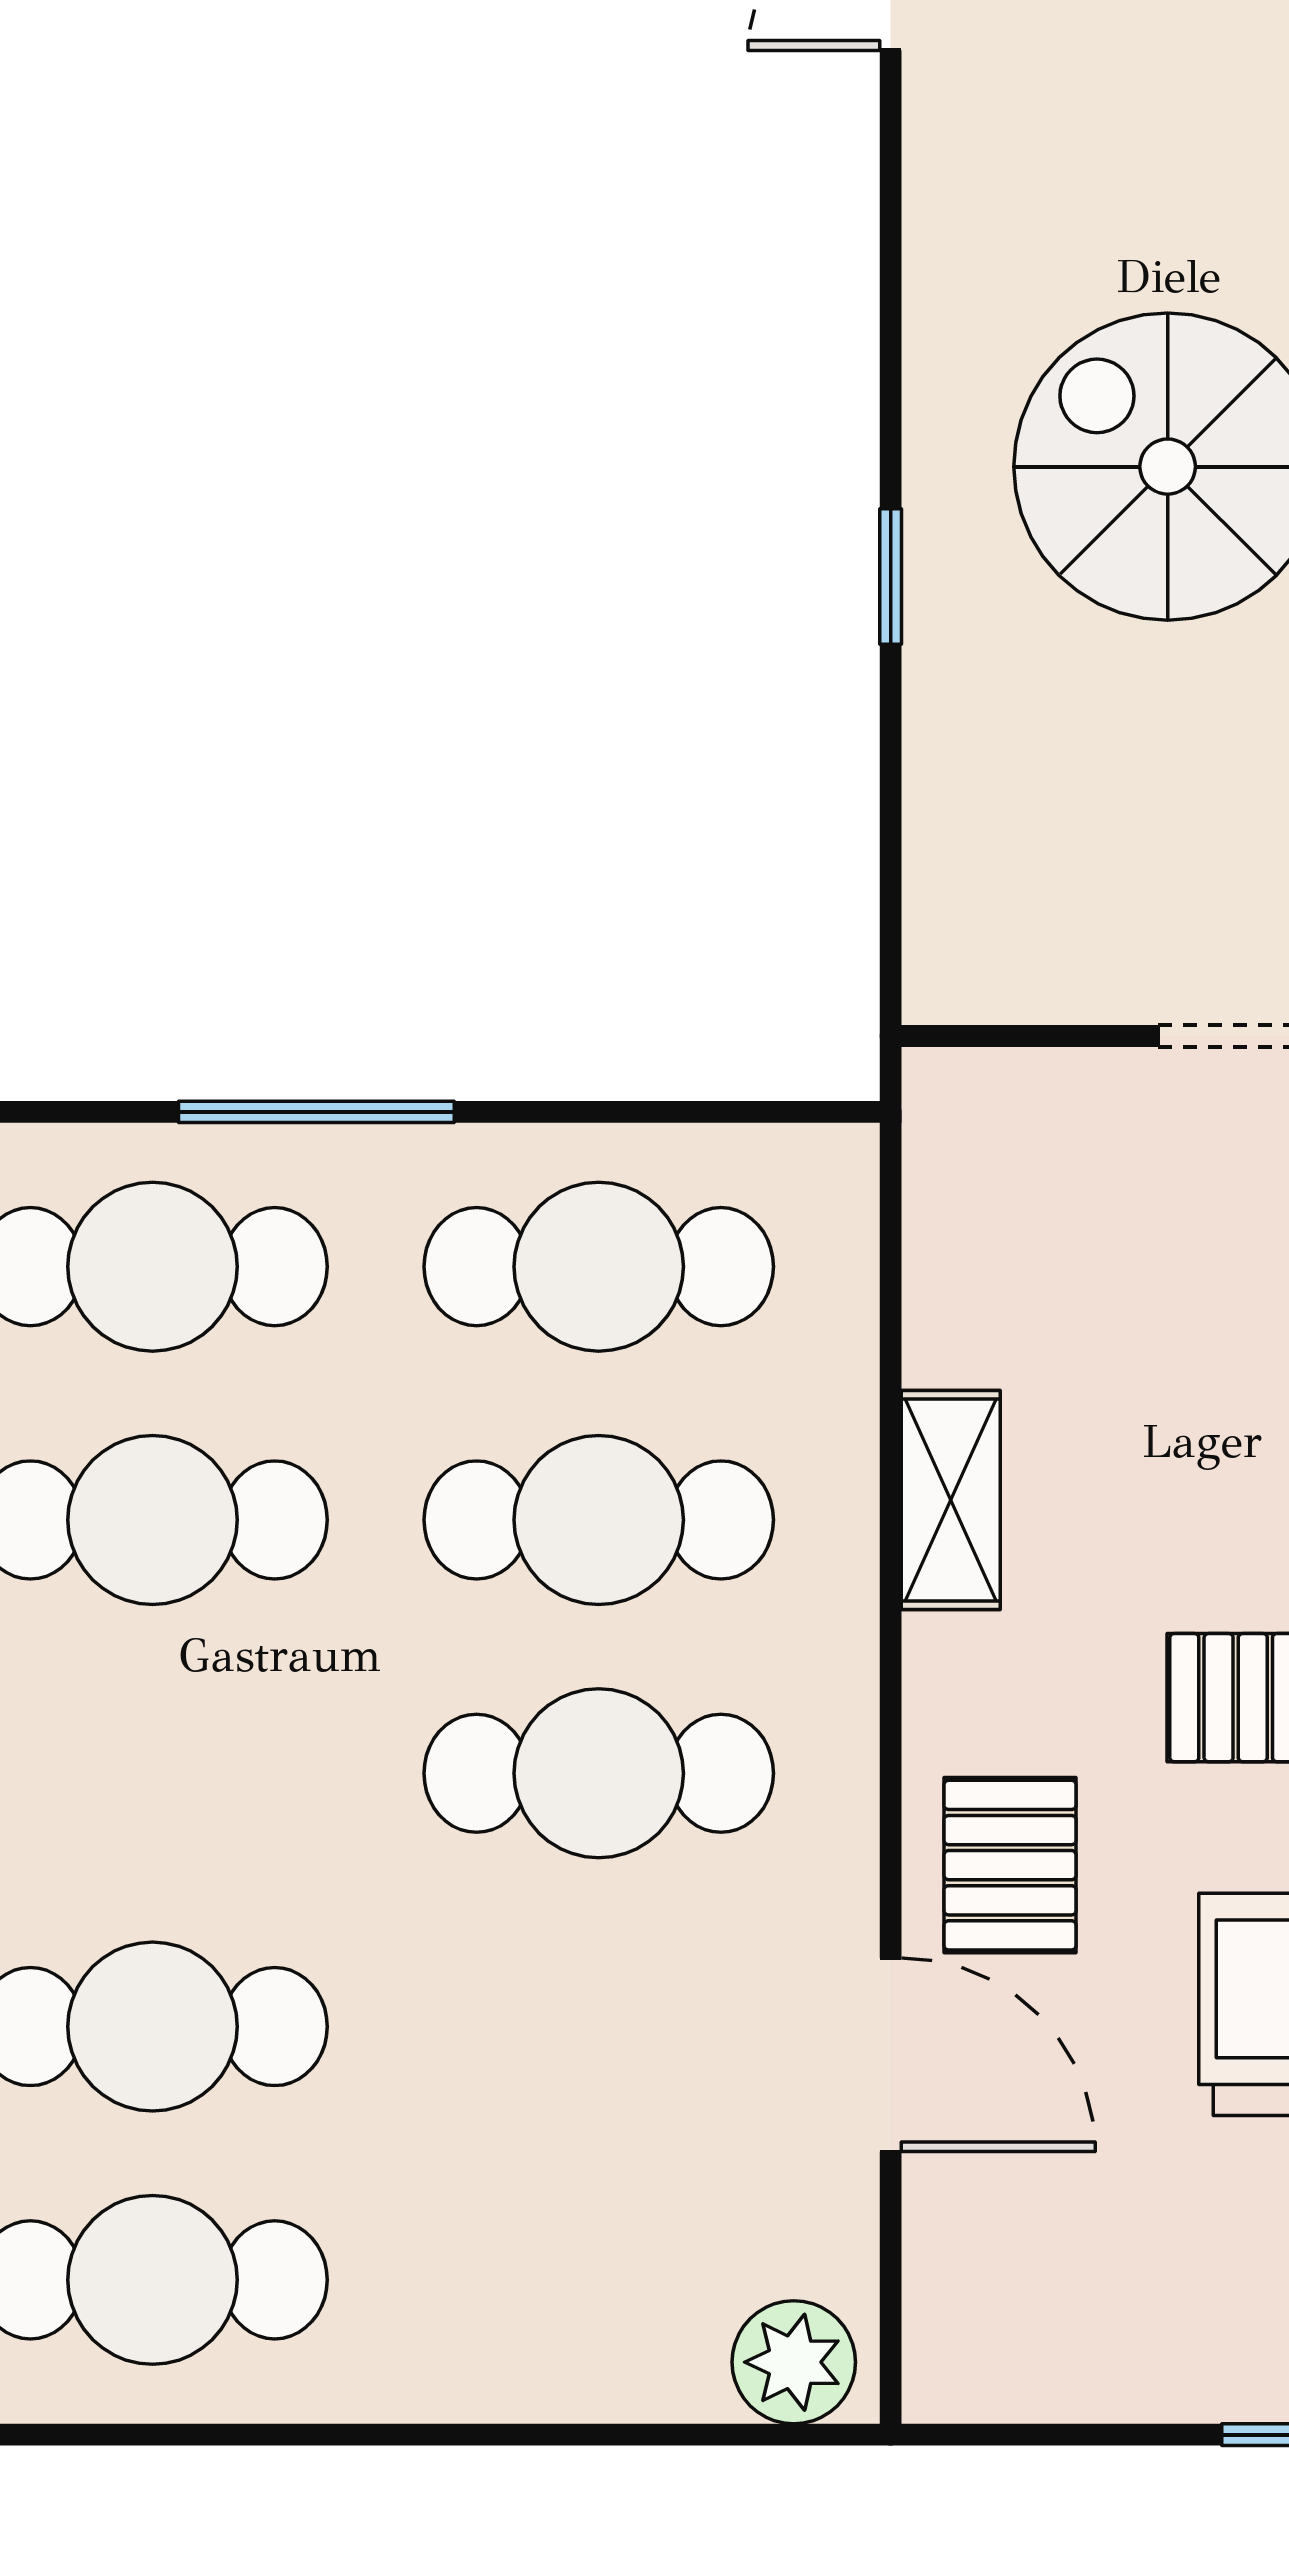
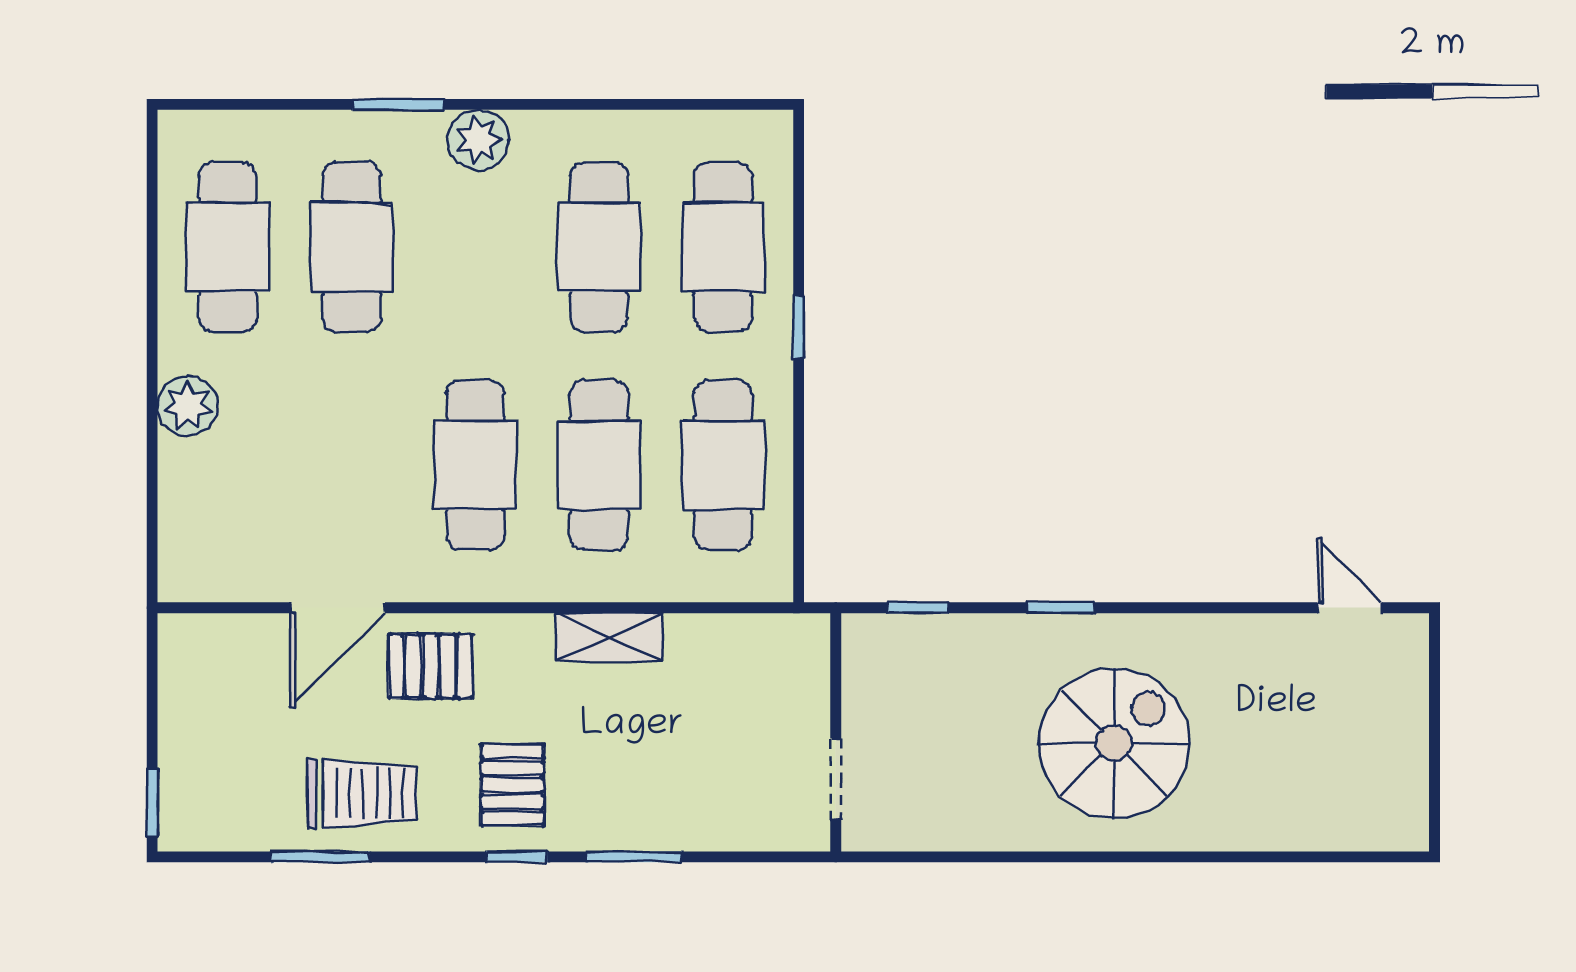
window: (891, 868) -> (918, 608), added
window: (316, 1112) -> (799, 327), width x0.46
plant: (794, 2362) -> (188, 406), moved

